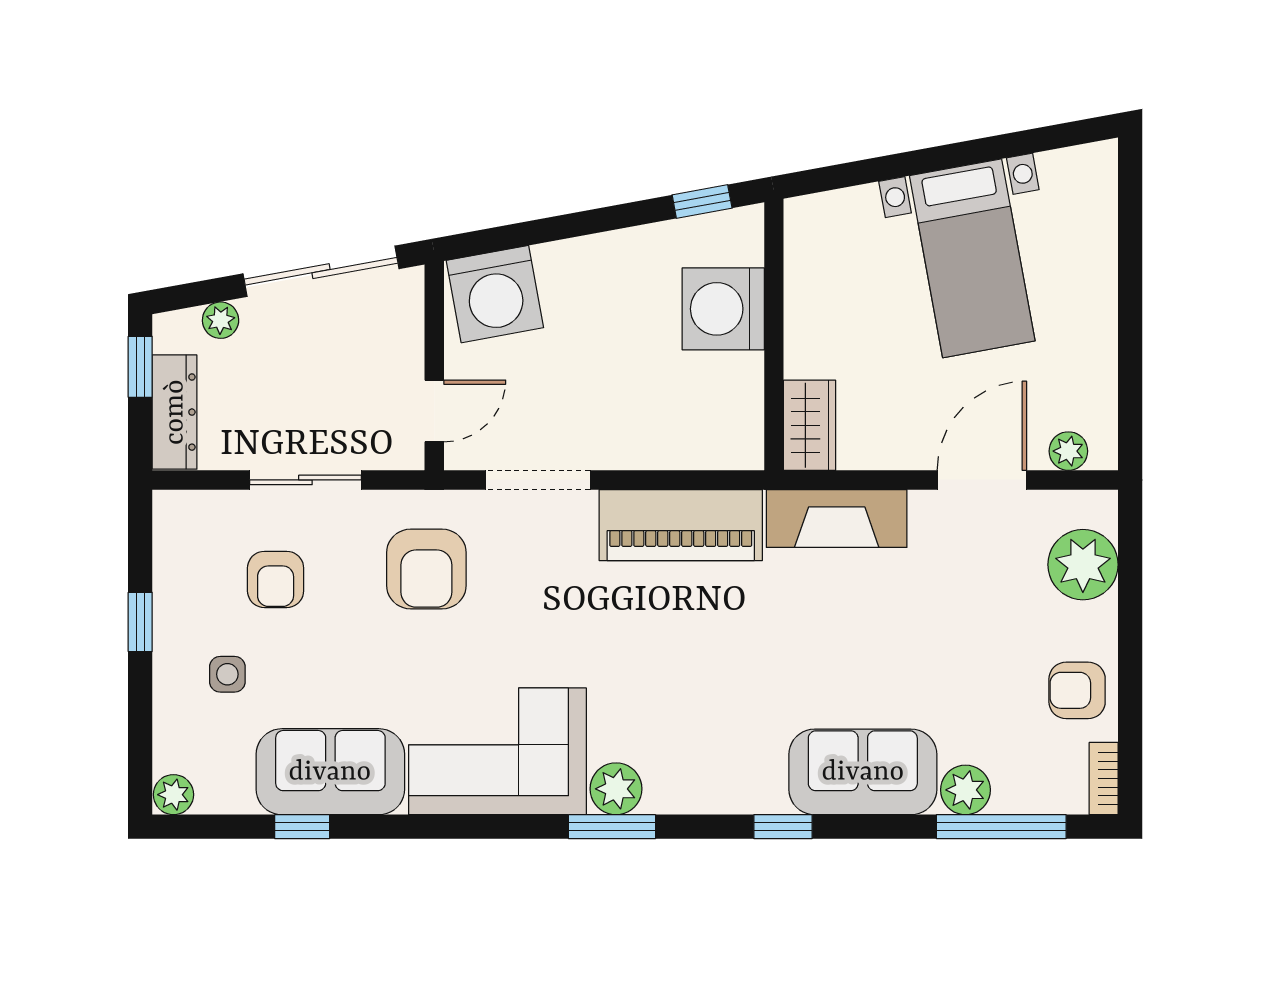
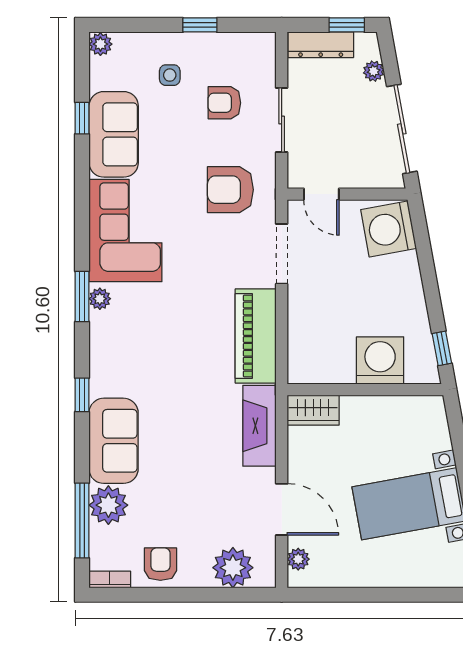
plant: (616, 789) -> (100, 299), width x0.73, depth x0.73
plant: (965, 790) -> (108, 505), width x1.36, depth x1.36

